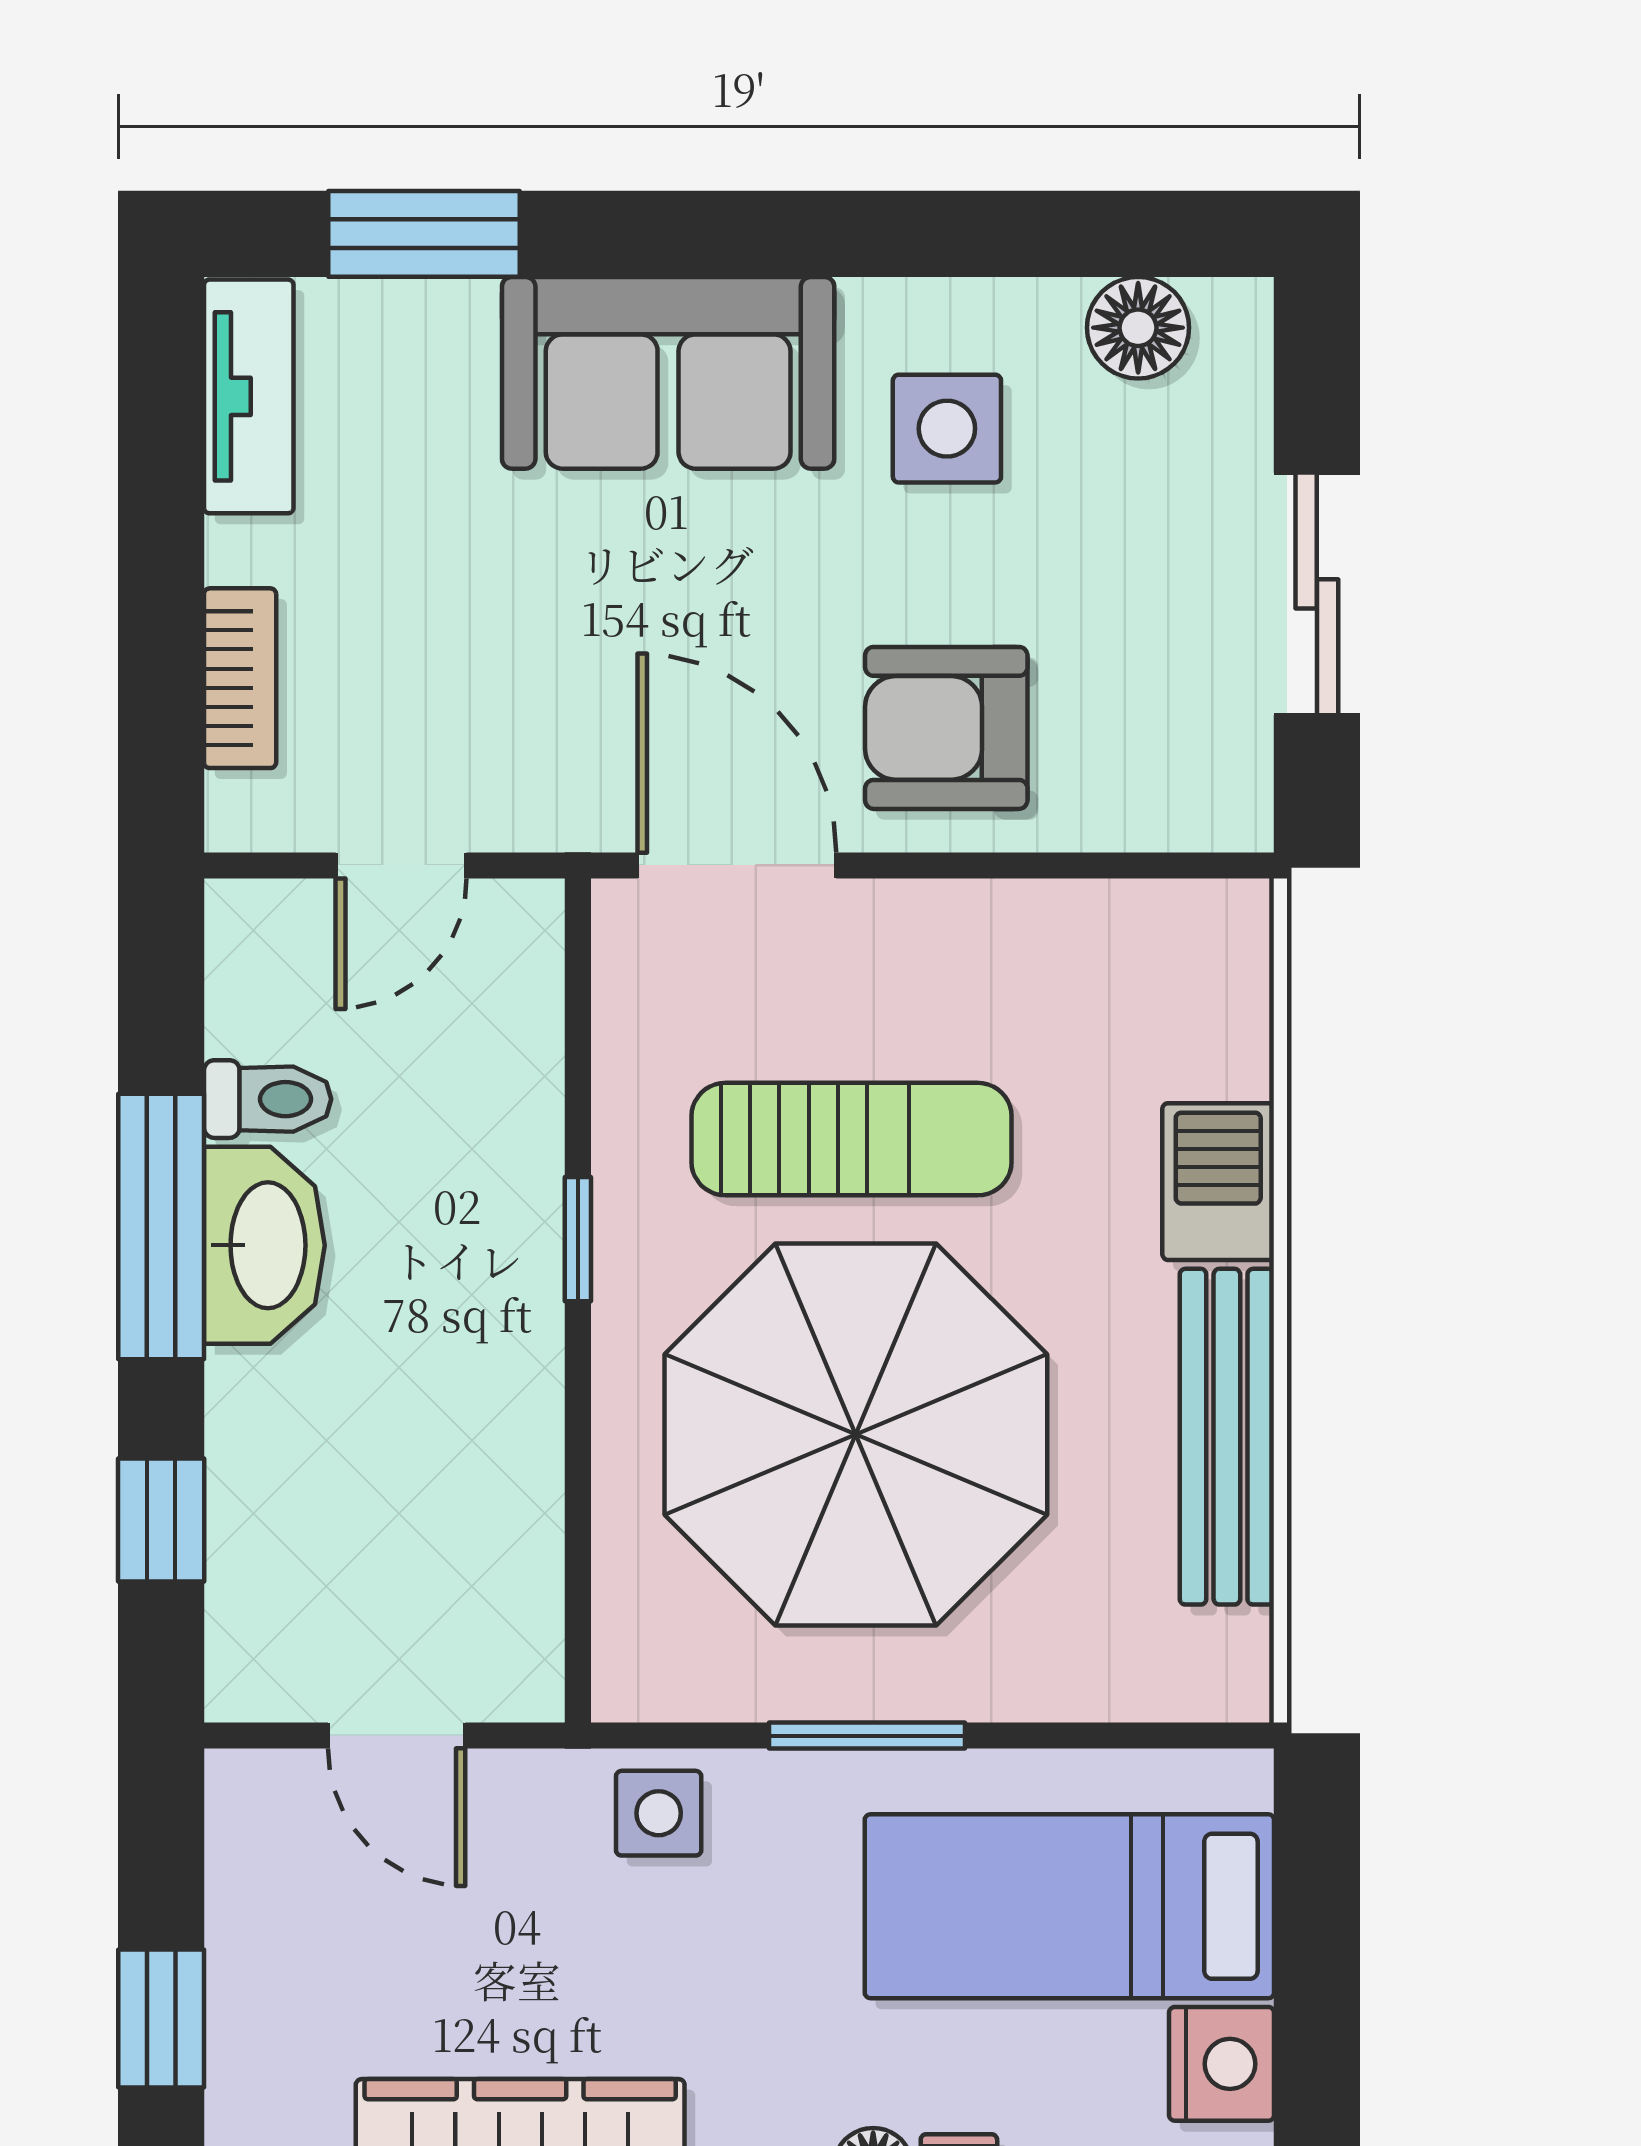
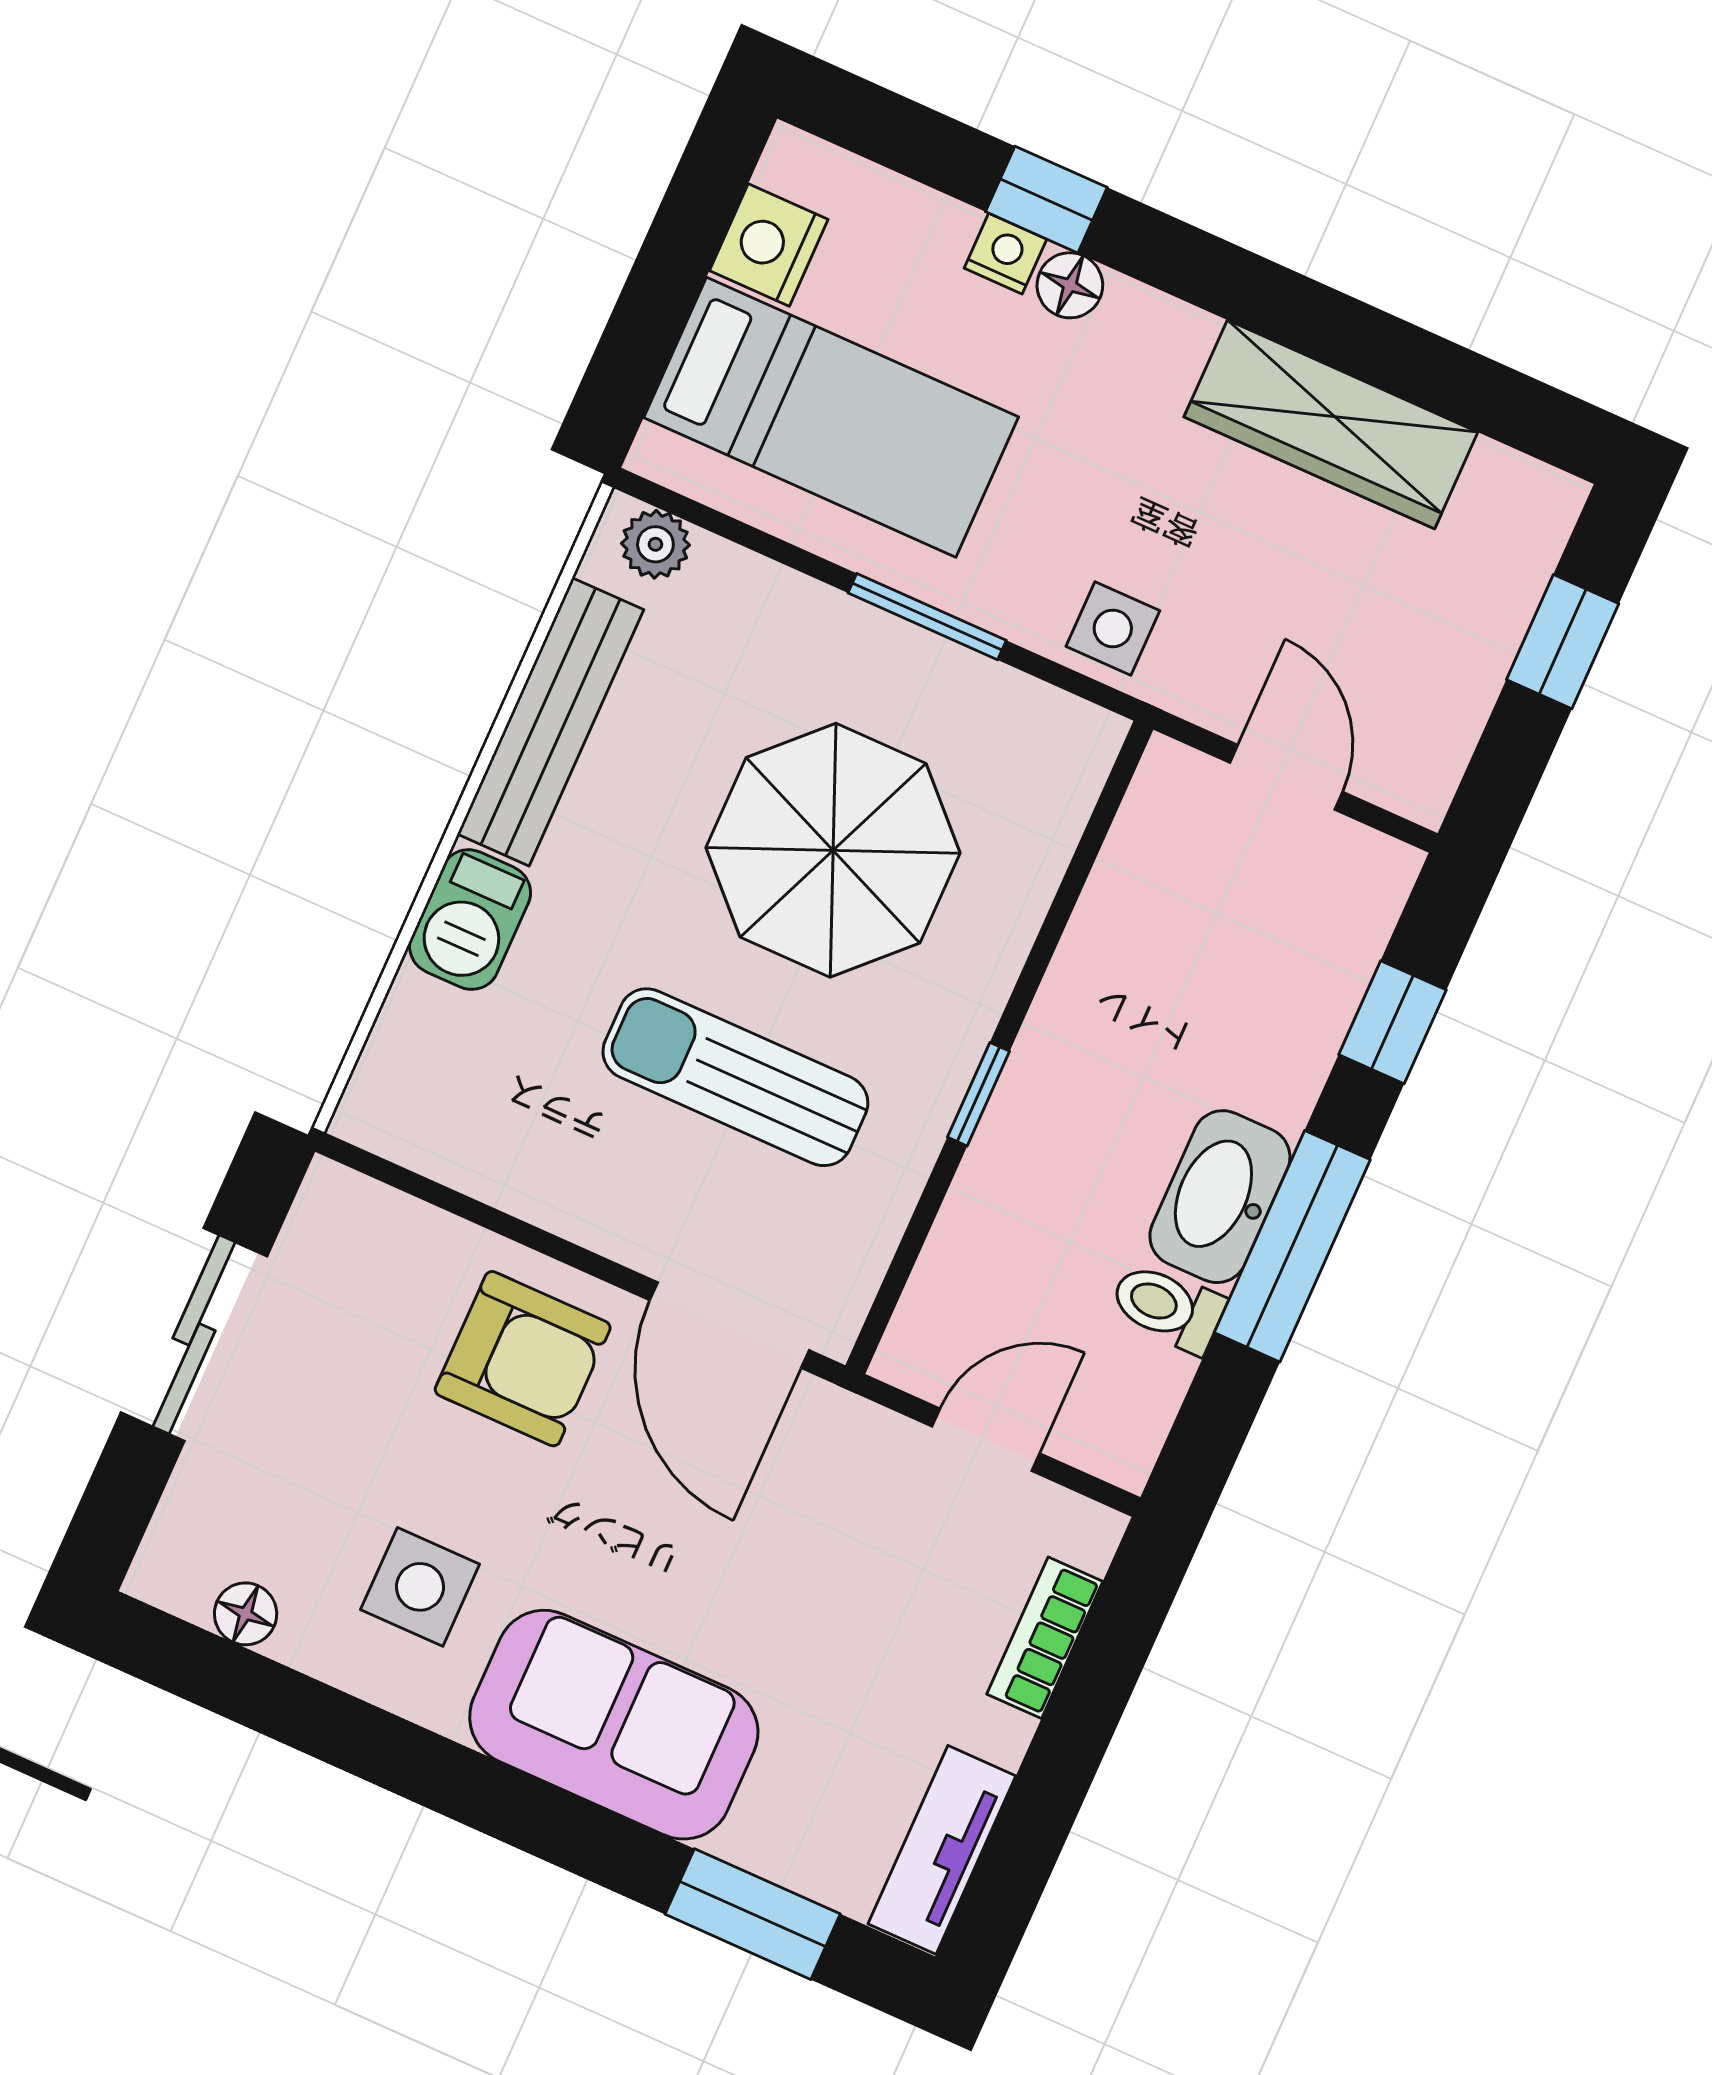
floor lamp: (1138, 328) -> (246, 1614), width x0.73, depth x0.73
parasol: (856, 1434) -> (833, 850), width x0.73, depth x0.73
plant: (1199, 1682) -> (655, 544), added

